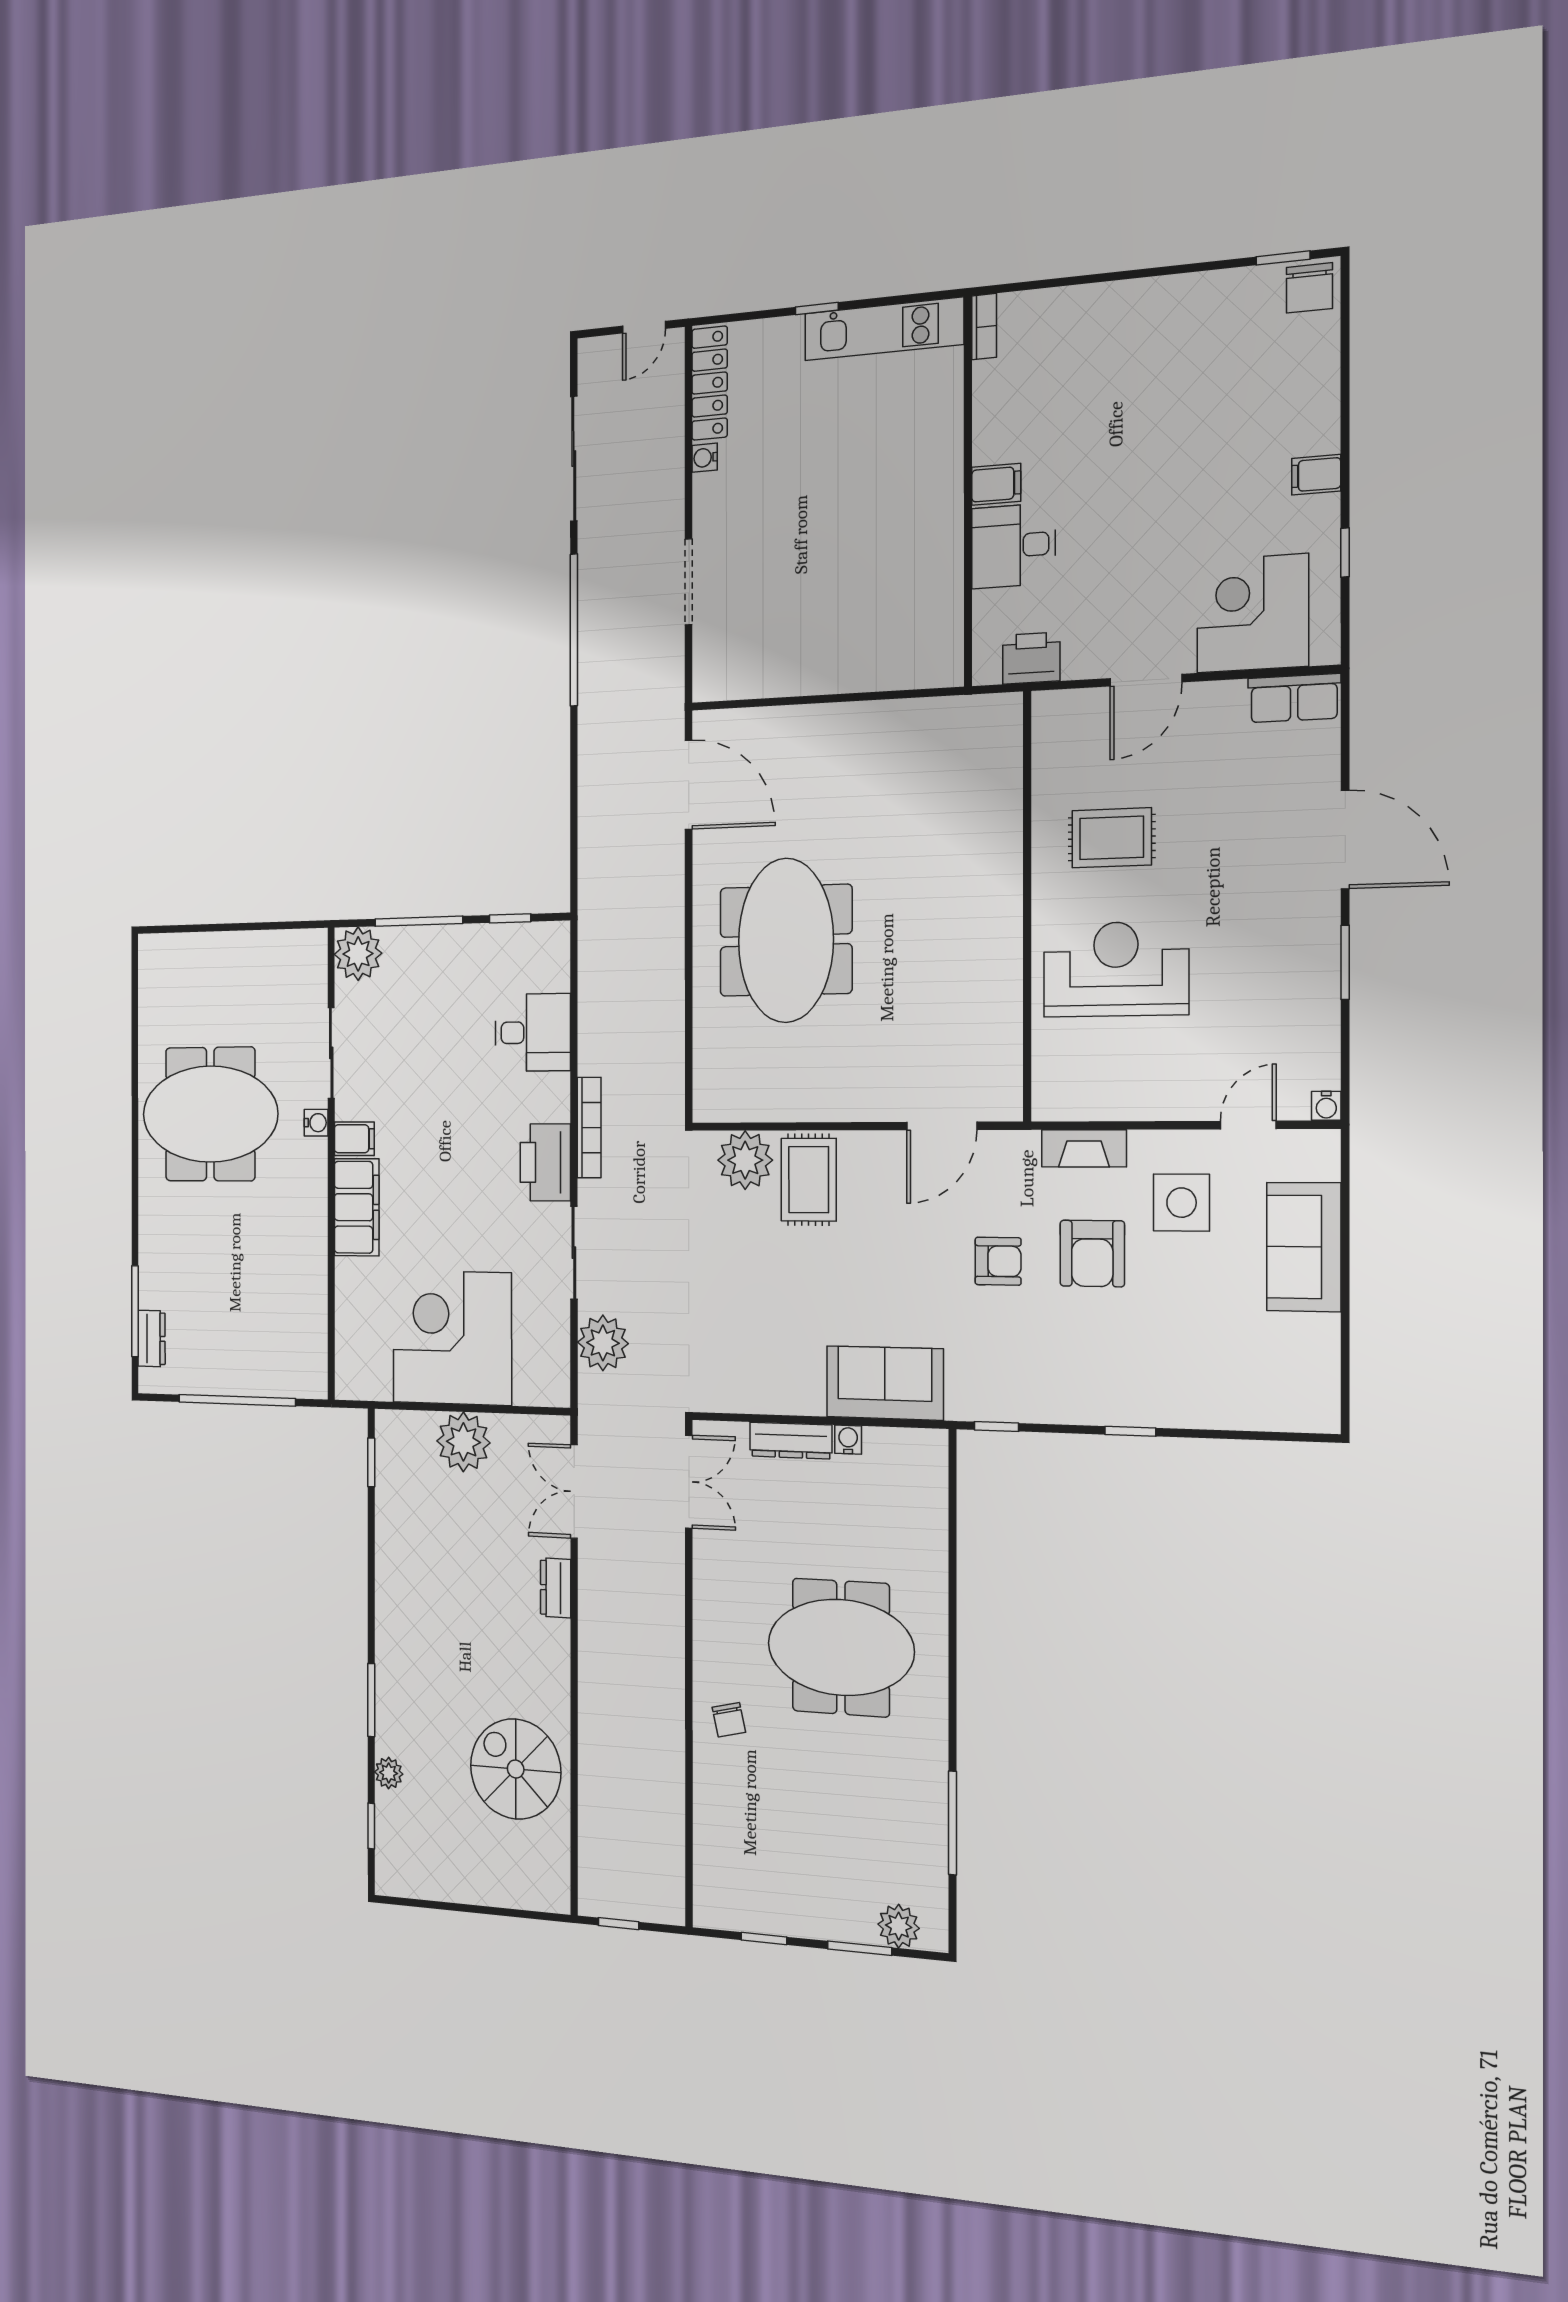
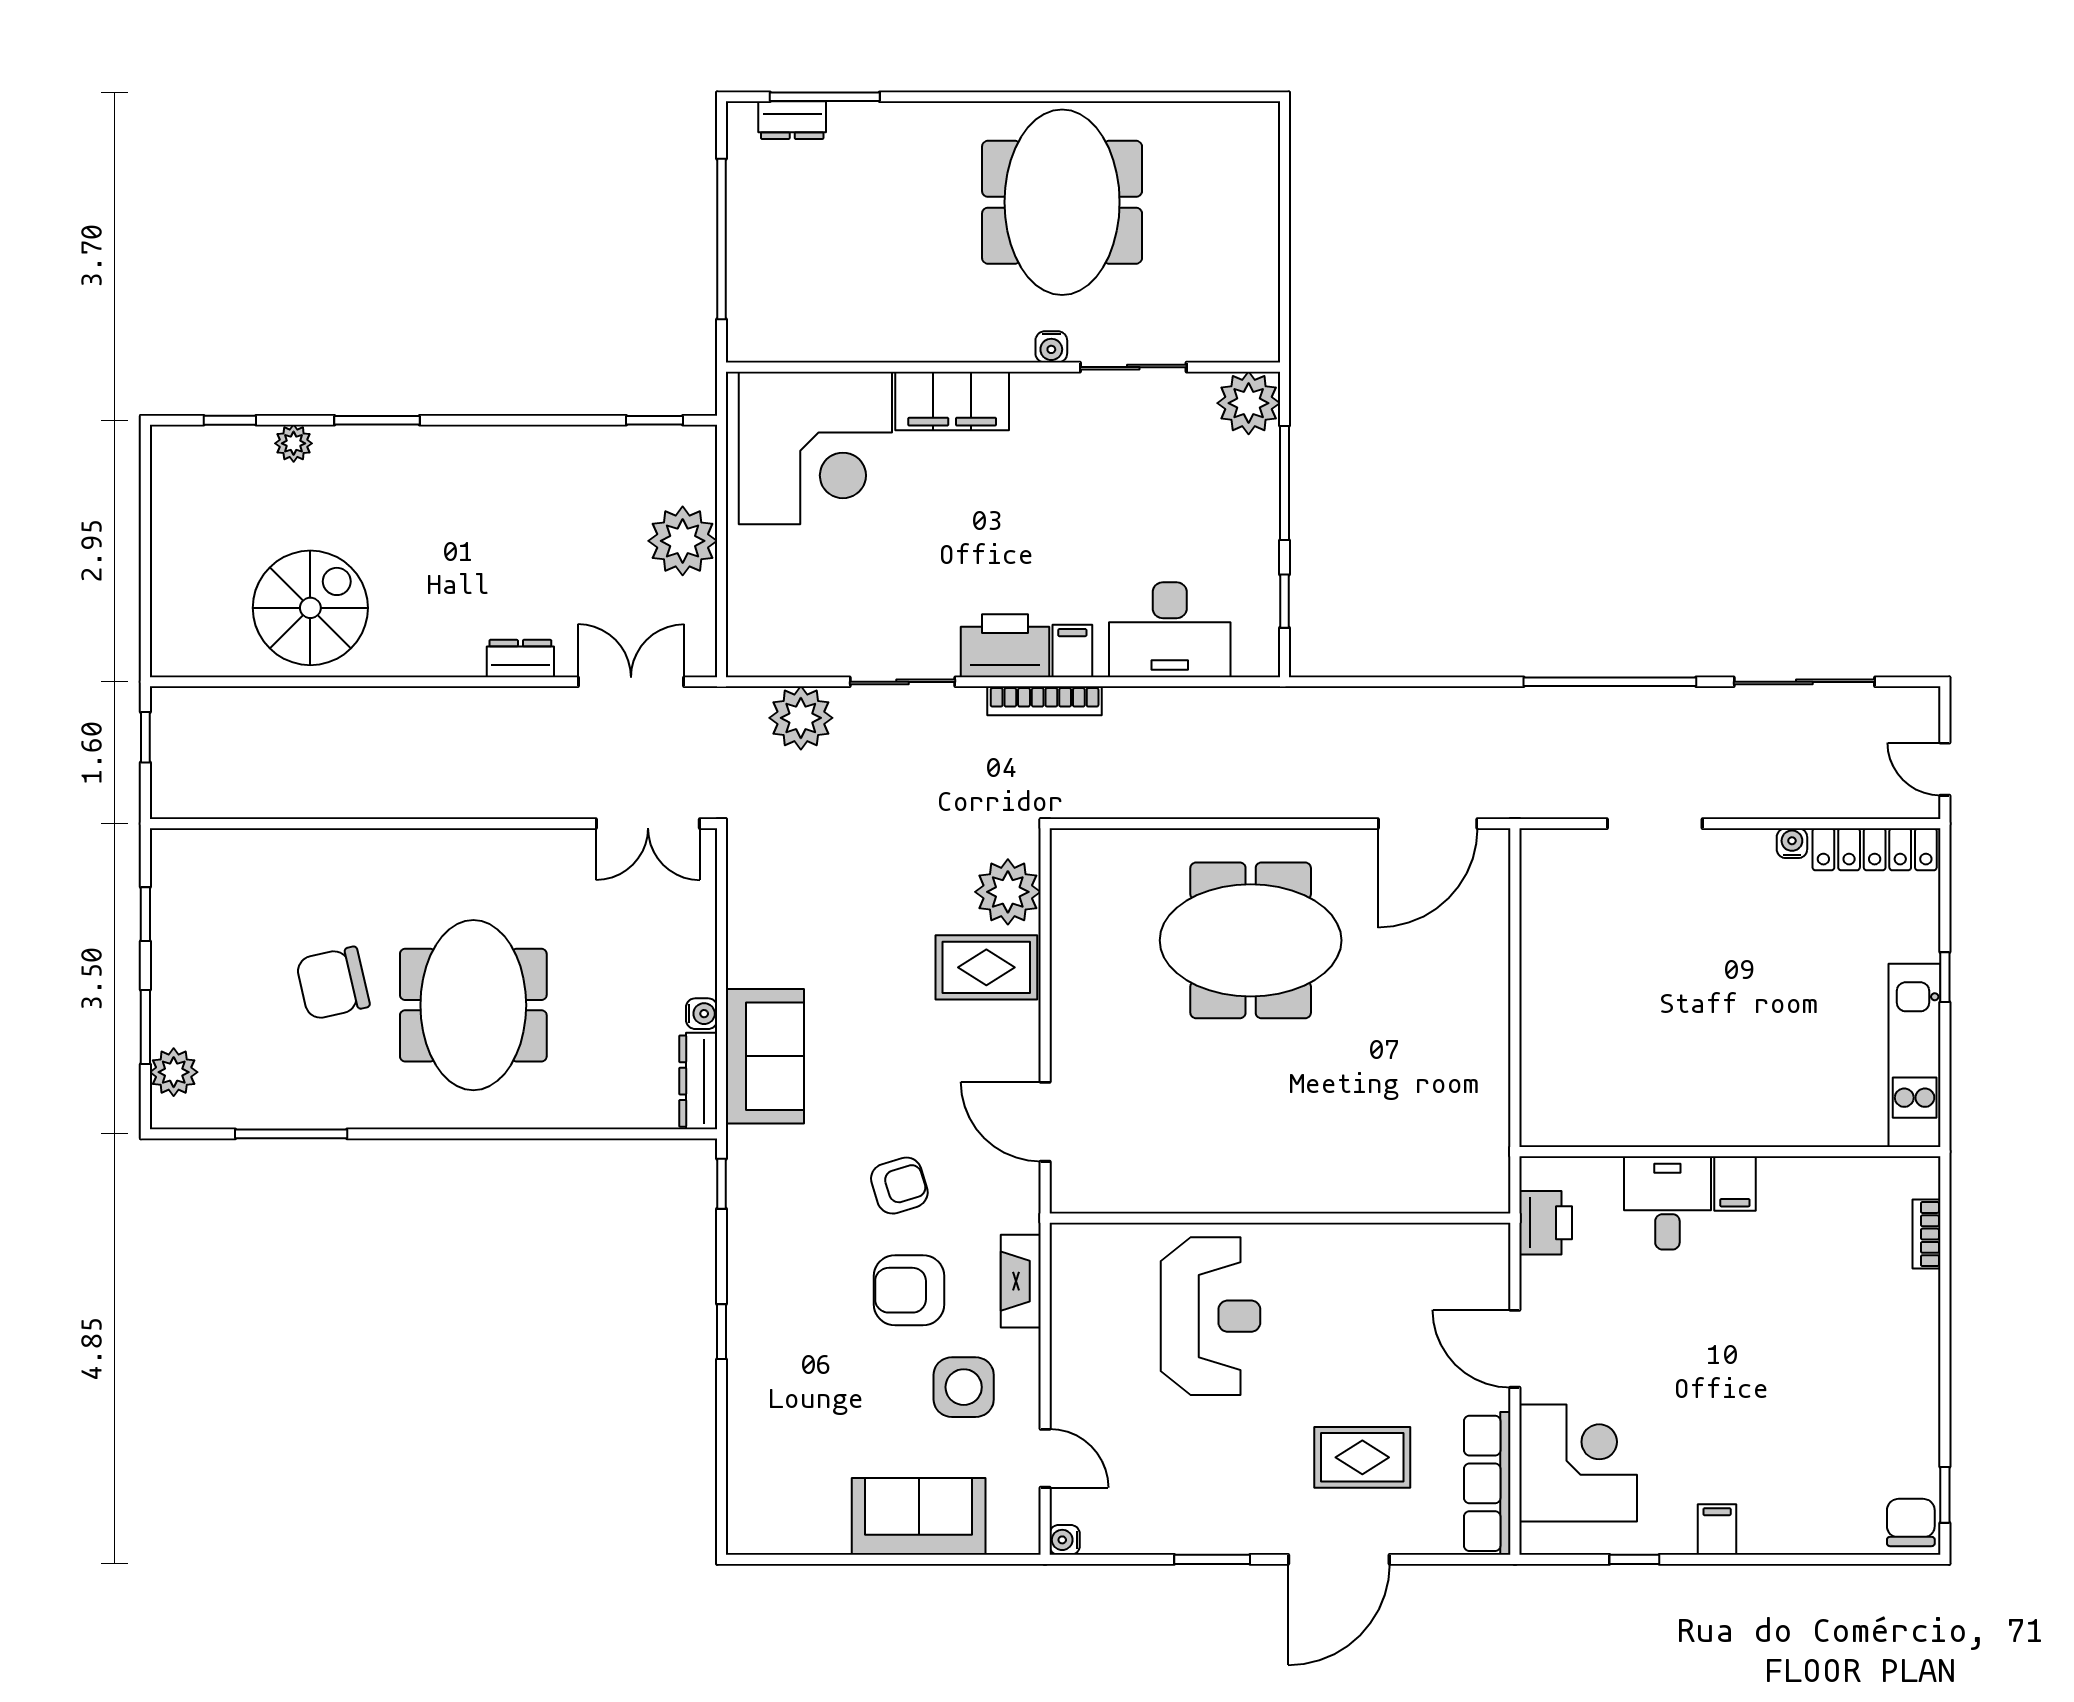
chair: (1309, 288) -> (1911, 1522), turned 90
bookcase: (984, 327) -> (1927, 1234), moved, turned 90
row of seats: (1294, 698) -> (1487, 1483), width x1.48
rug: (1112, 838) -> (1362, 1457), moved, turned 90
desk: (533, 1032) -> (1170, 630), width x1.37
filing cabinet: (354, 1139) -> (1072, 651), moved, turned 180
armchair: (998, 1261) -> (899, 1186), turned -107
corner desk: (452, 1338) -> (815, 448), moved, turned 90
dresser: (791, 1441) -> (698, 1081), moved
chair: (729, 1720) -> (333, 983), moved, width x1.87, depth x1.87

